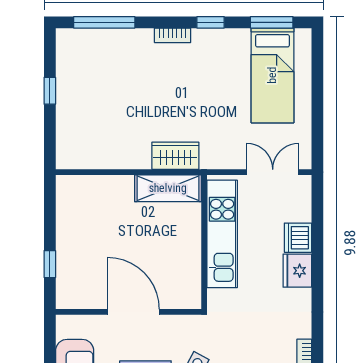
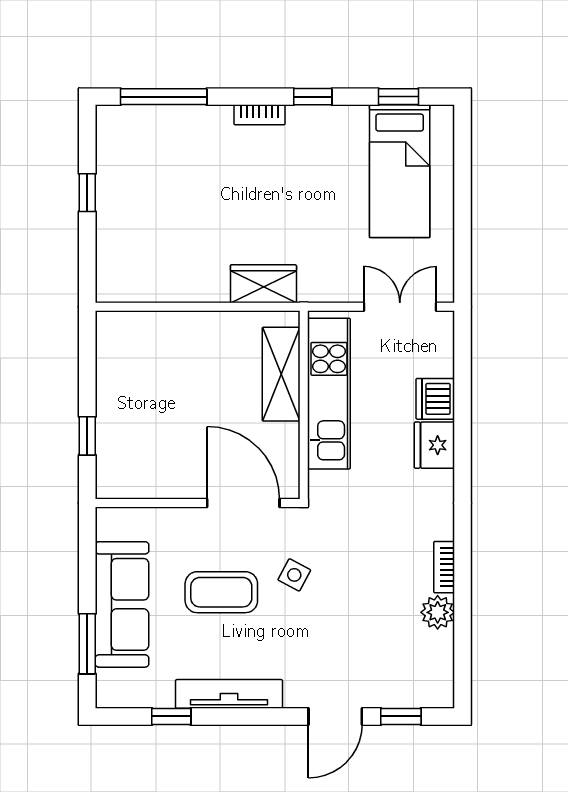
window: (272, 22) -> (399, 97), width x0.67
shelving: (168, 188) -> (281, 374), moved, turned 90
door: (133, 312) -> (243, 503), moved

